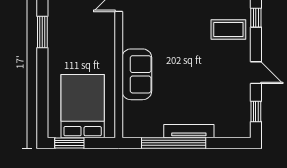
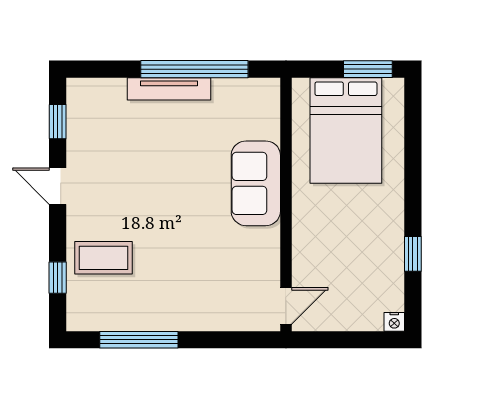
window: (42, 32) -> (413, 254), width x0.67

